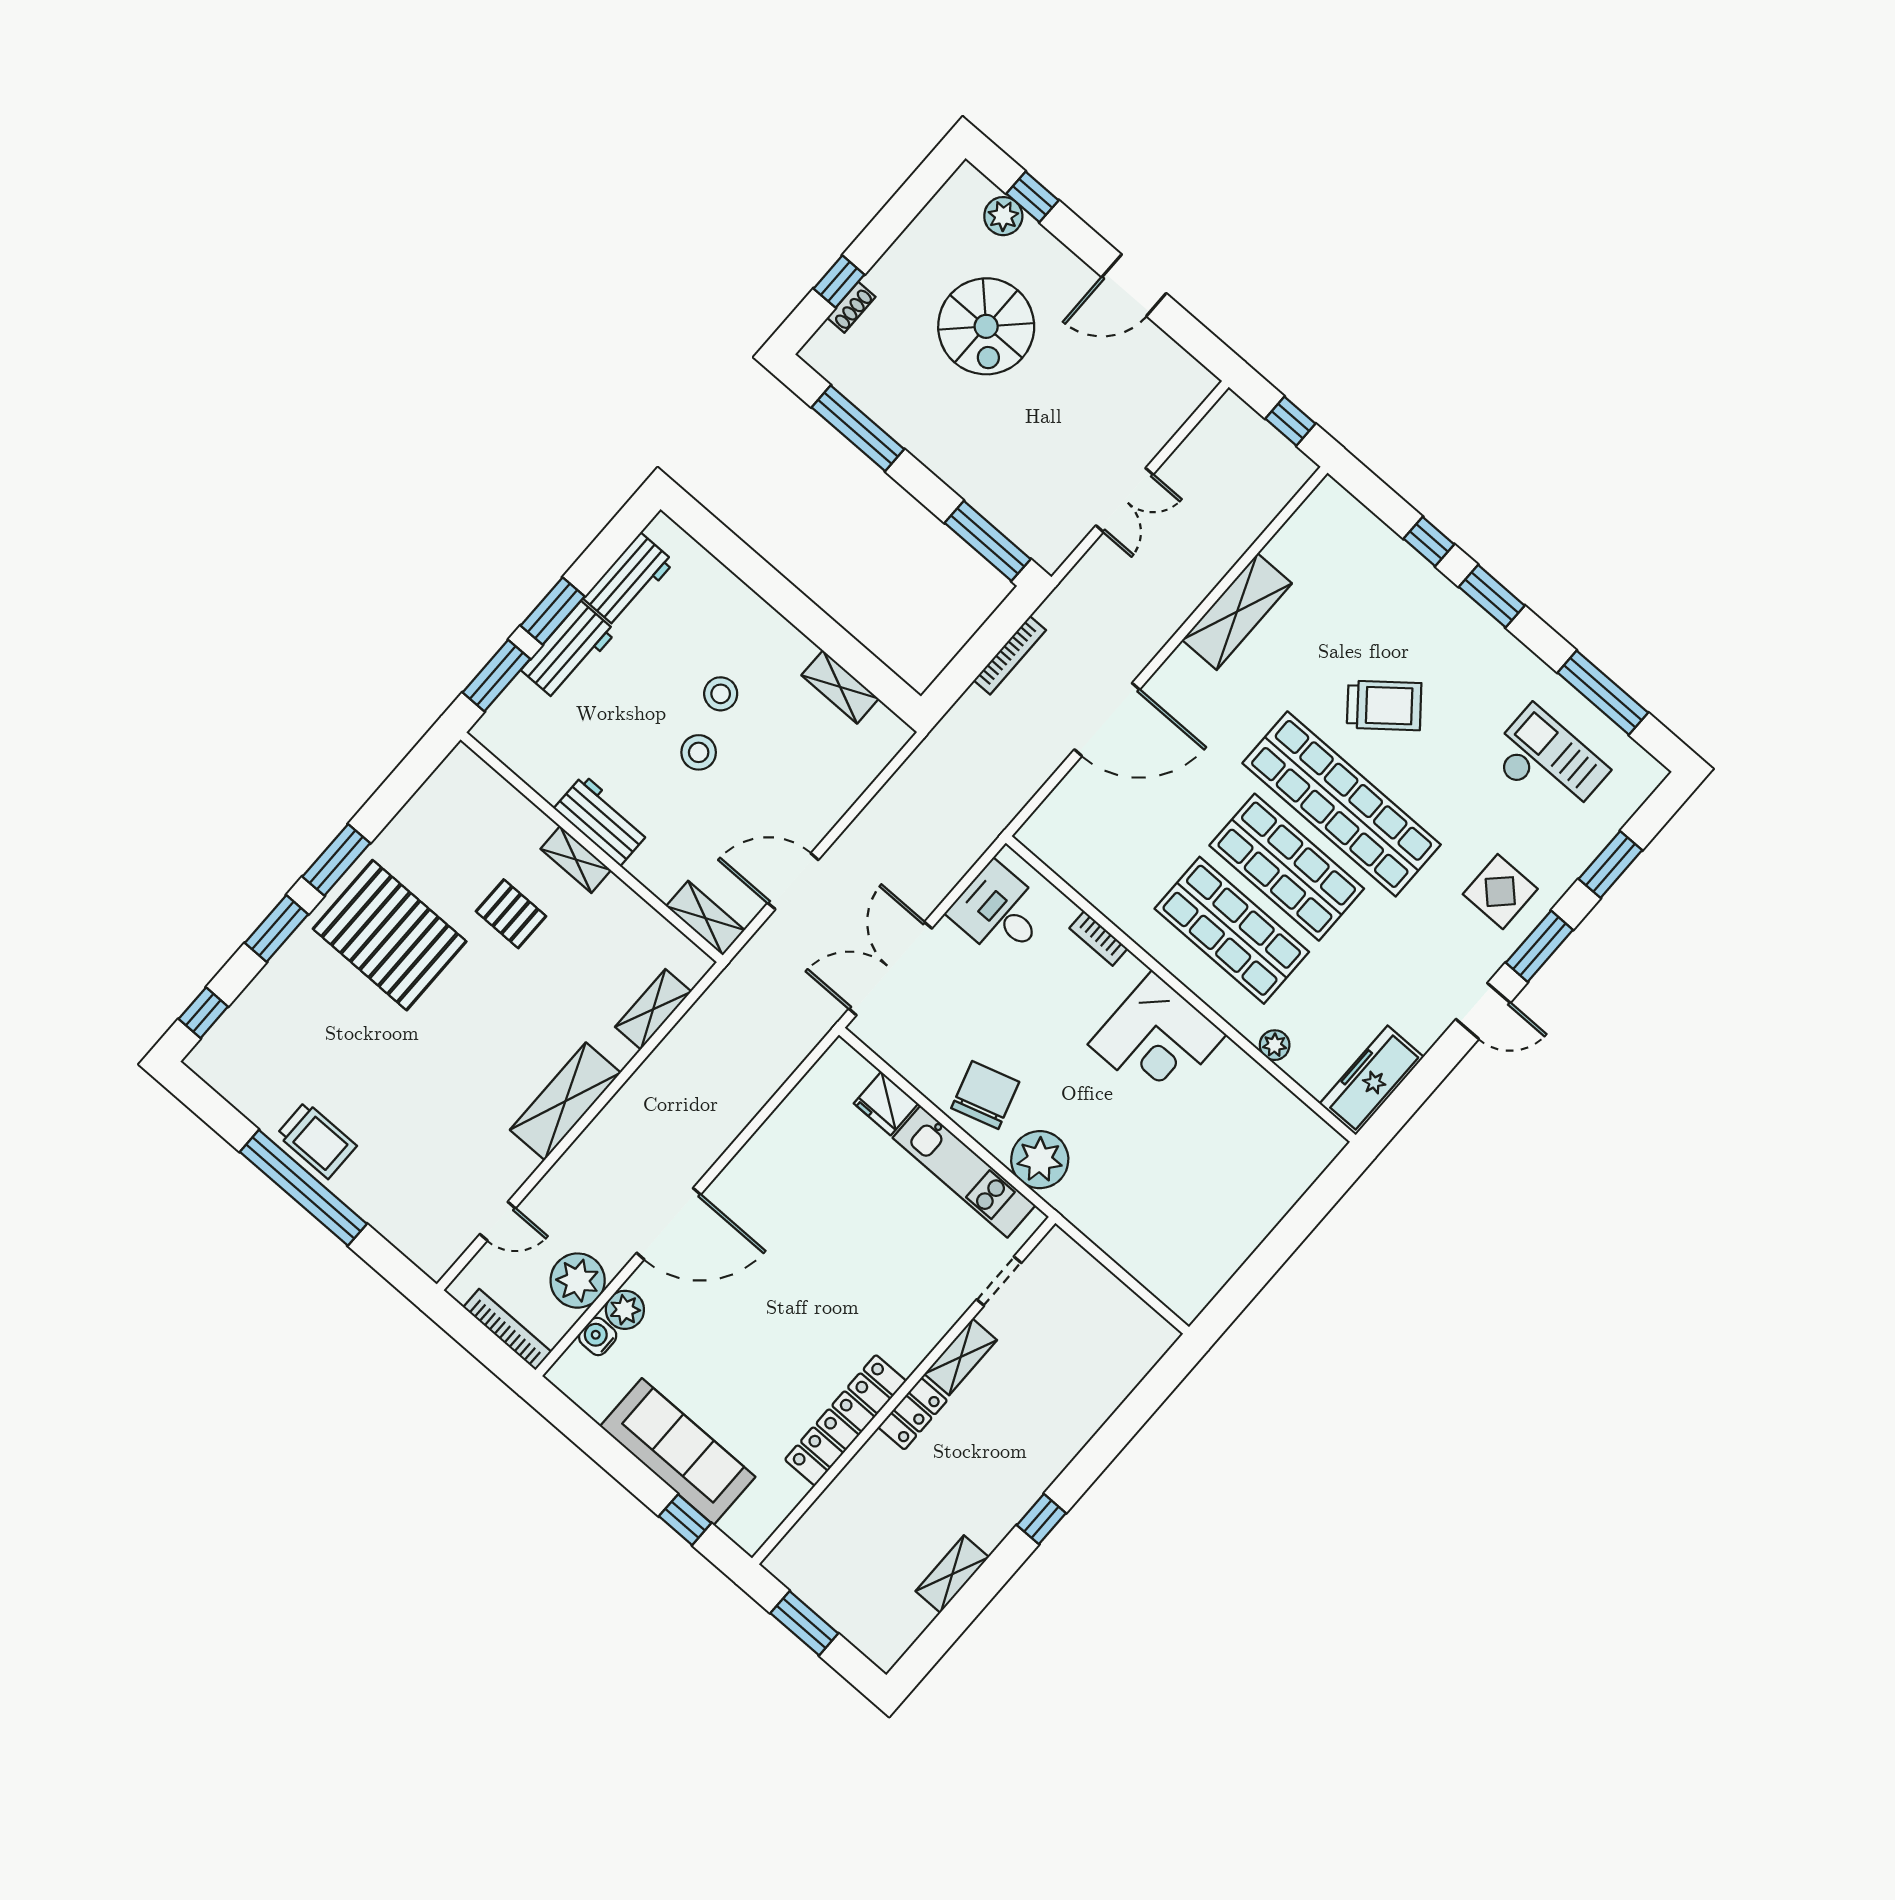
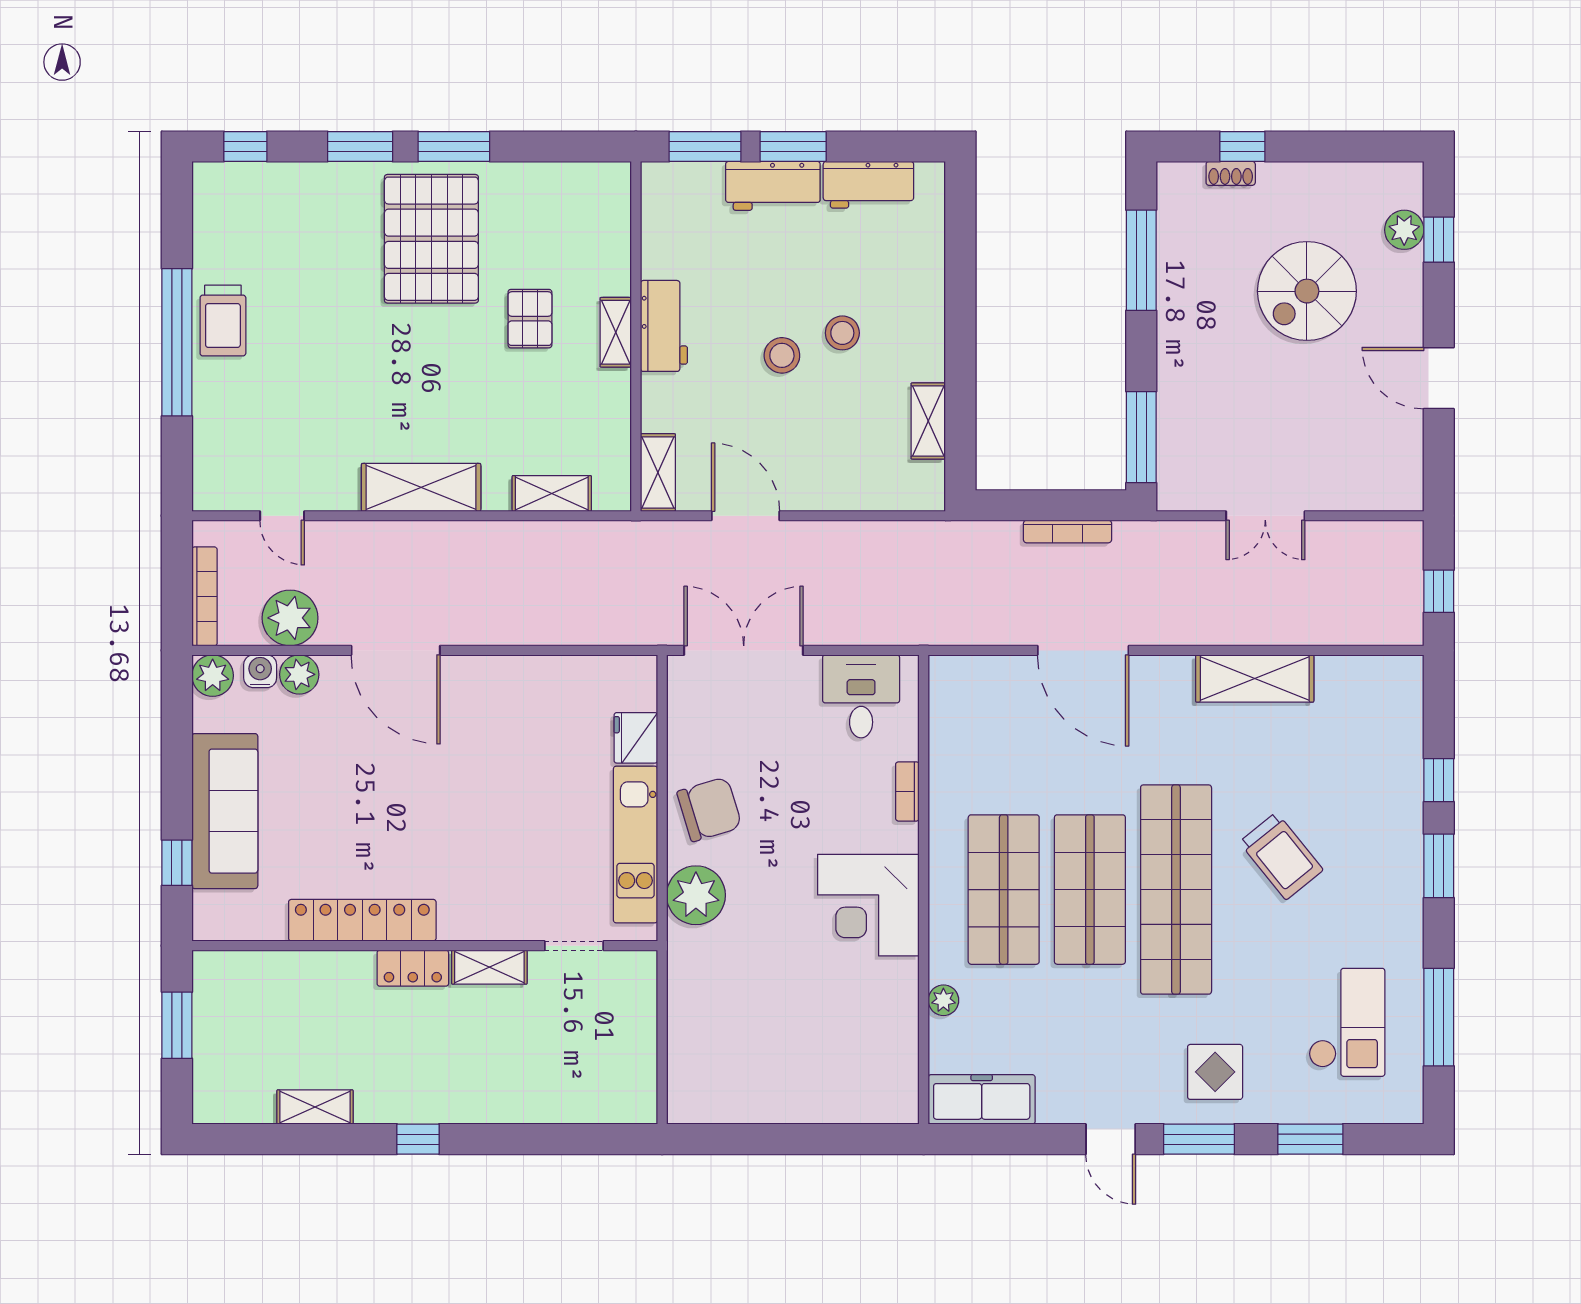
plant: (571, 1374) -> (213, 676), added

